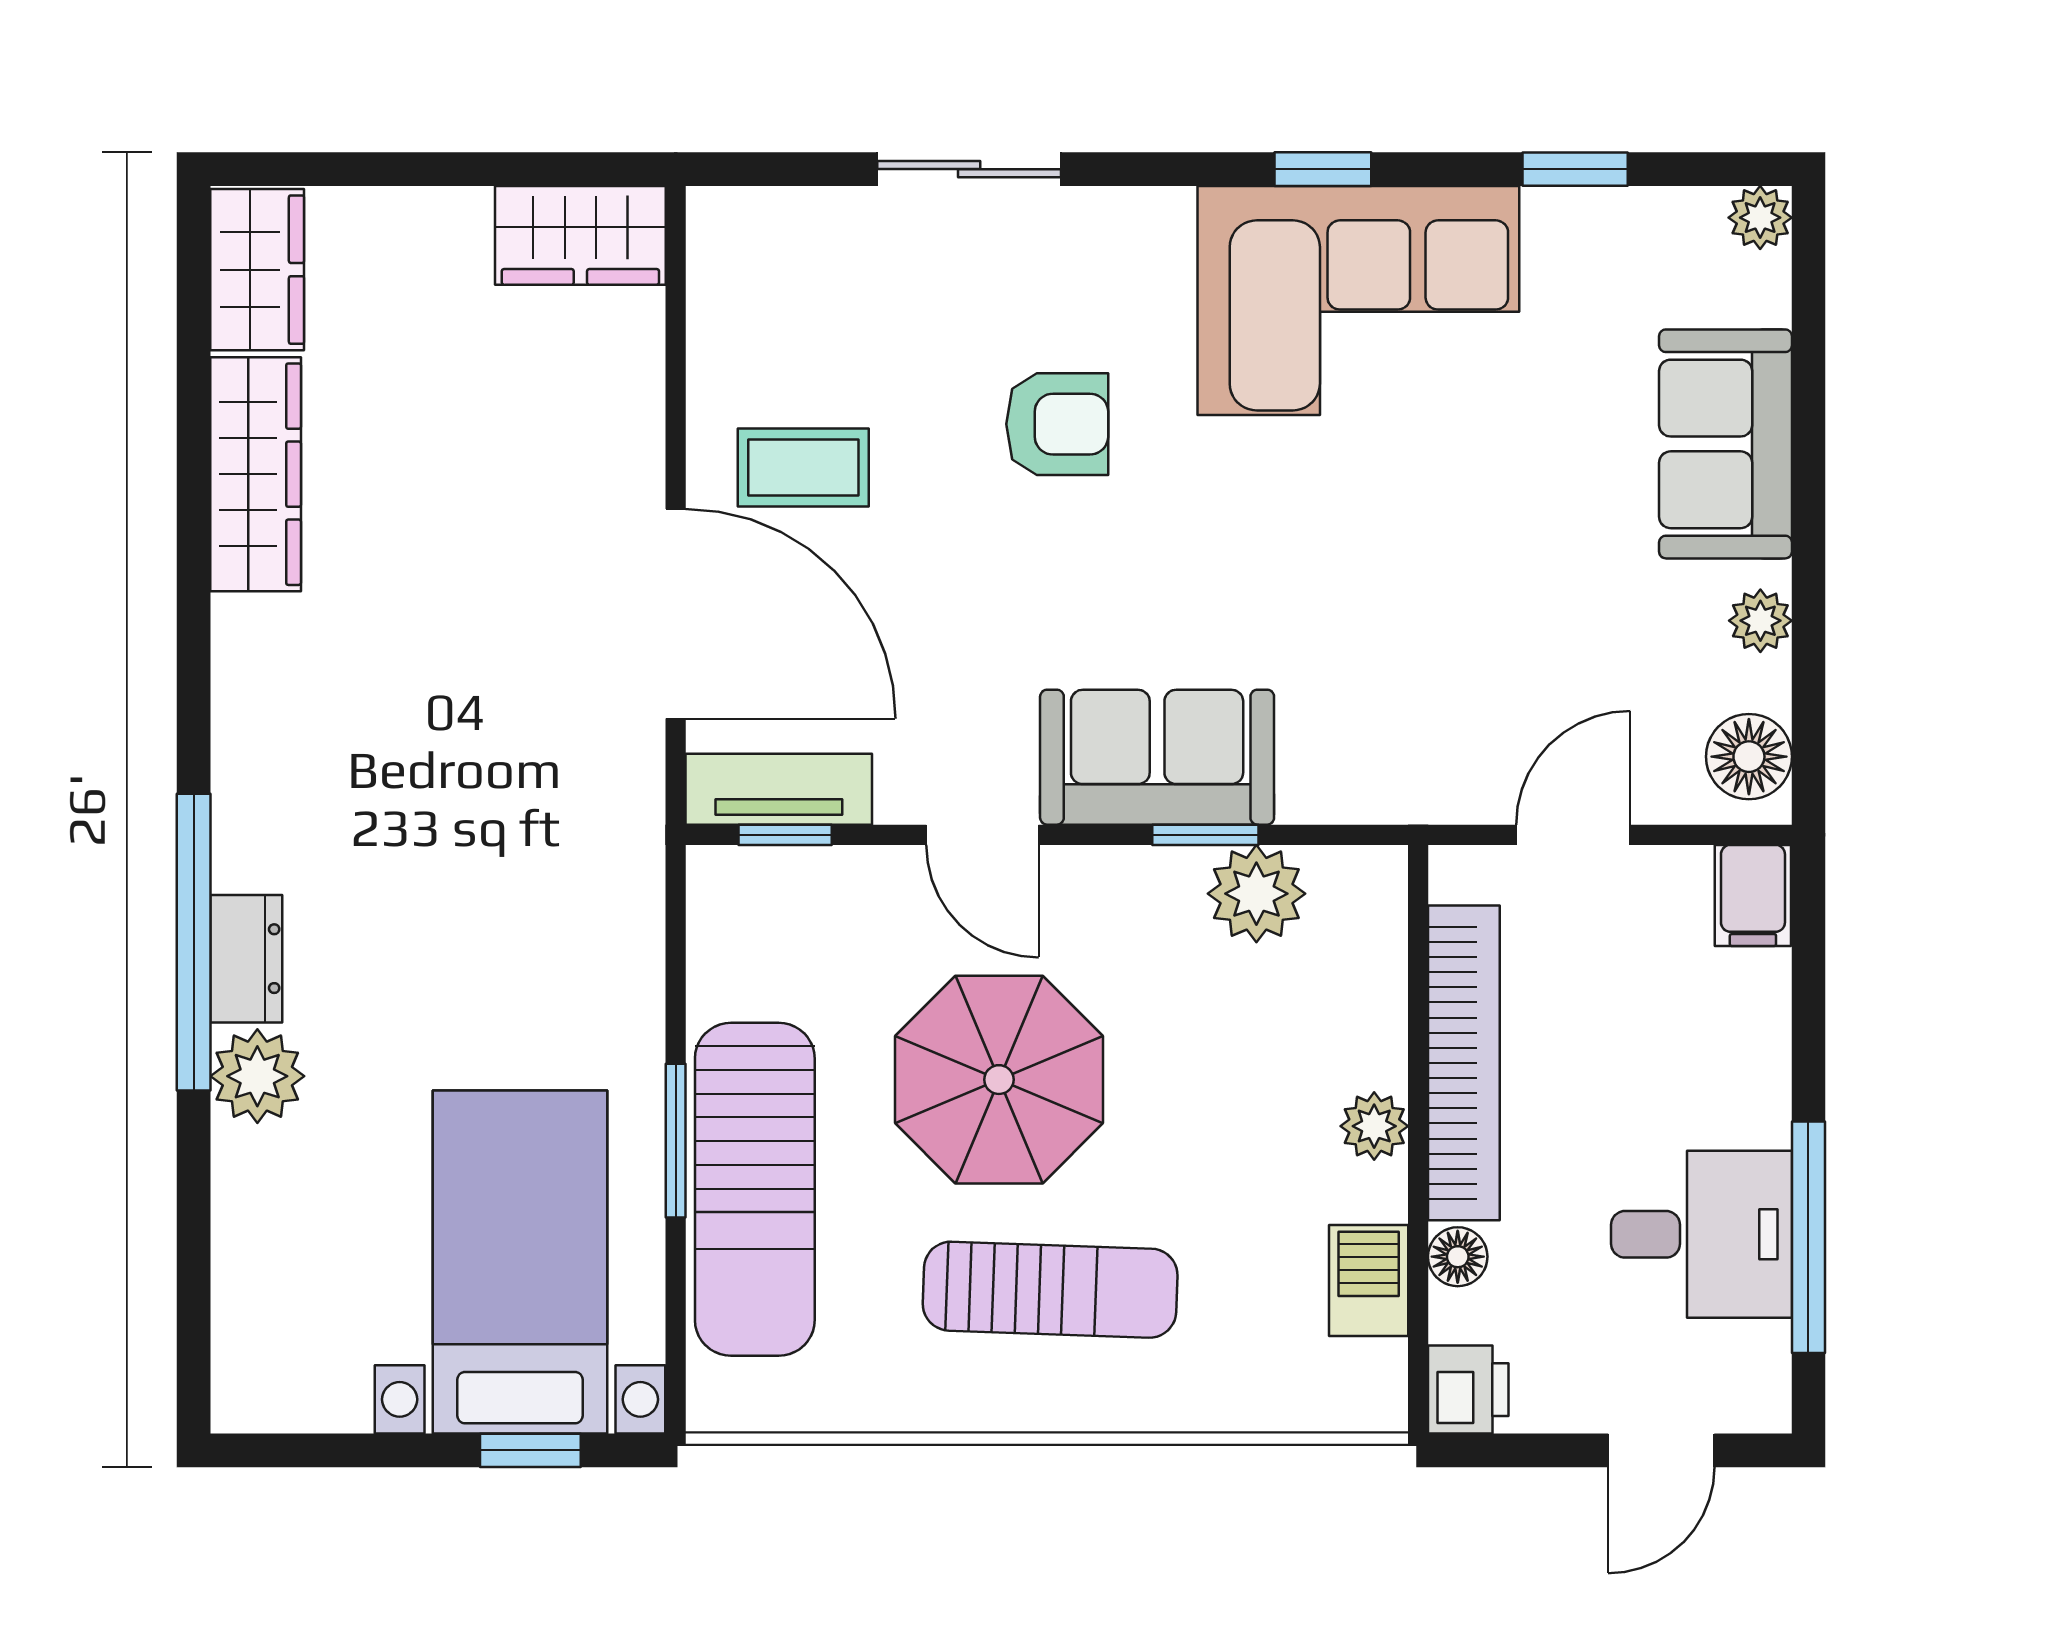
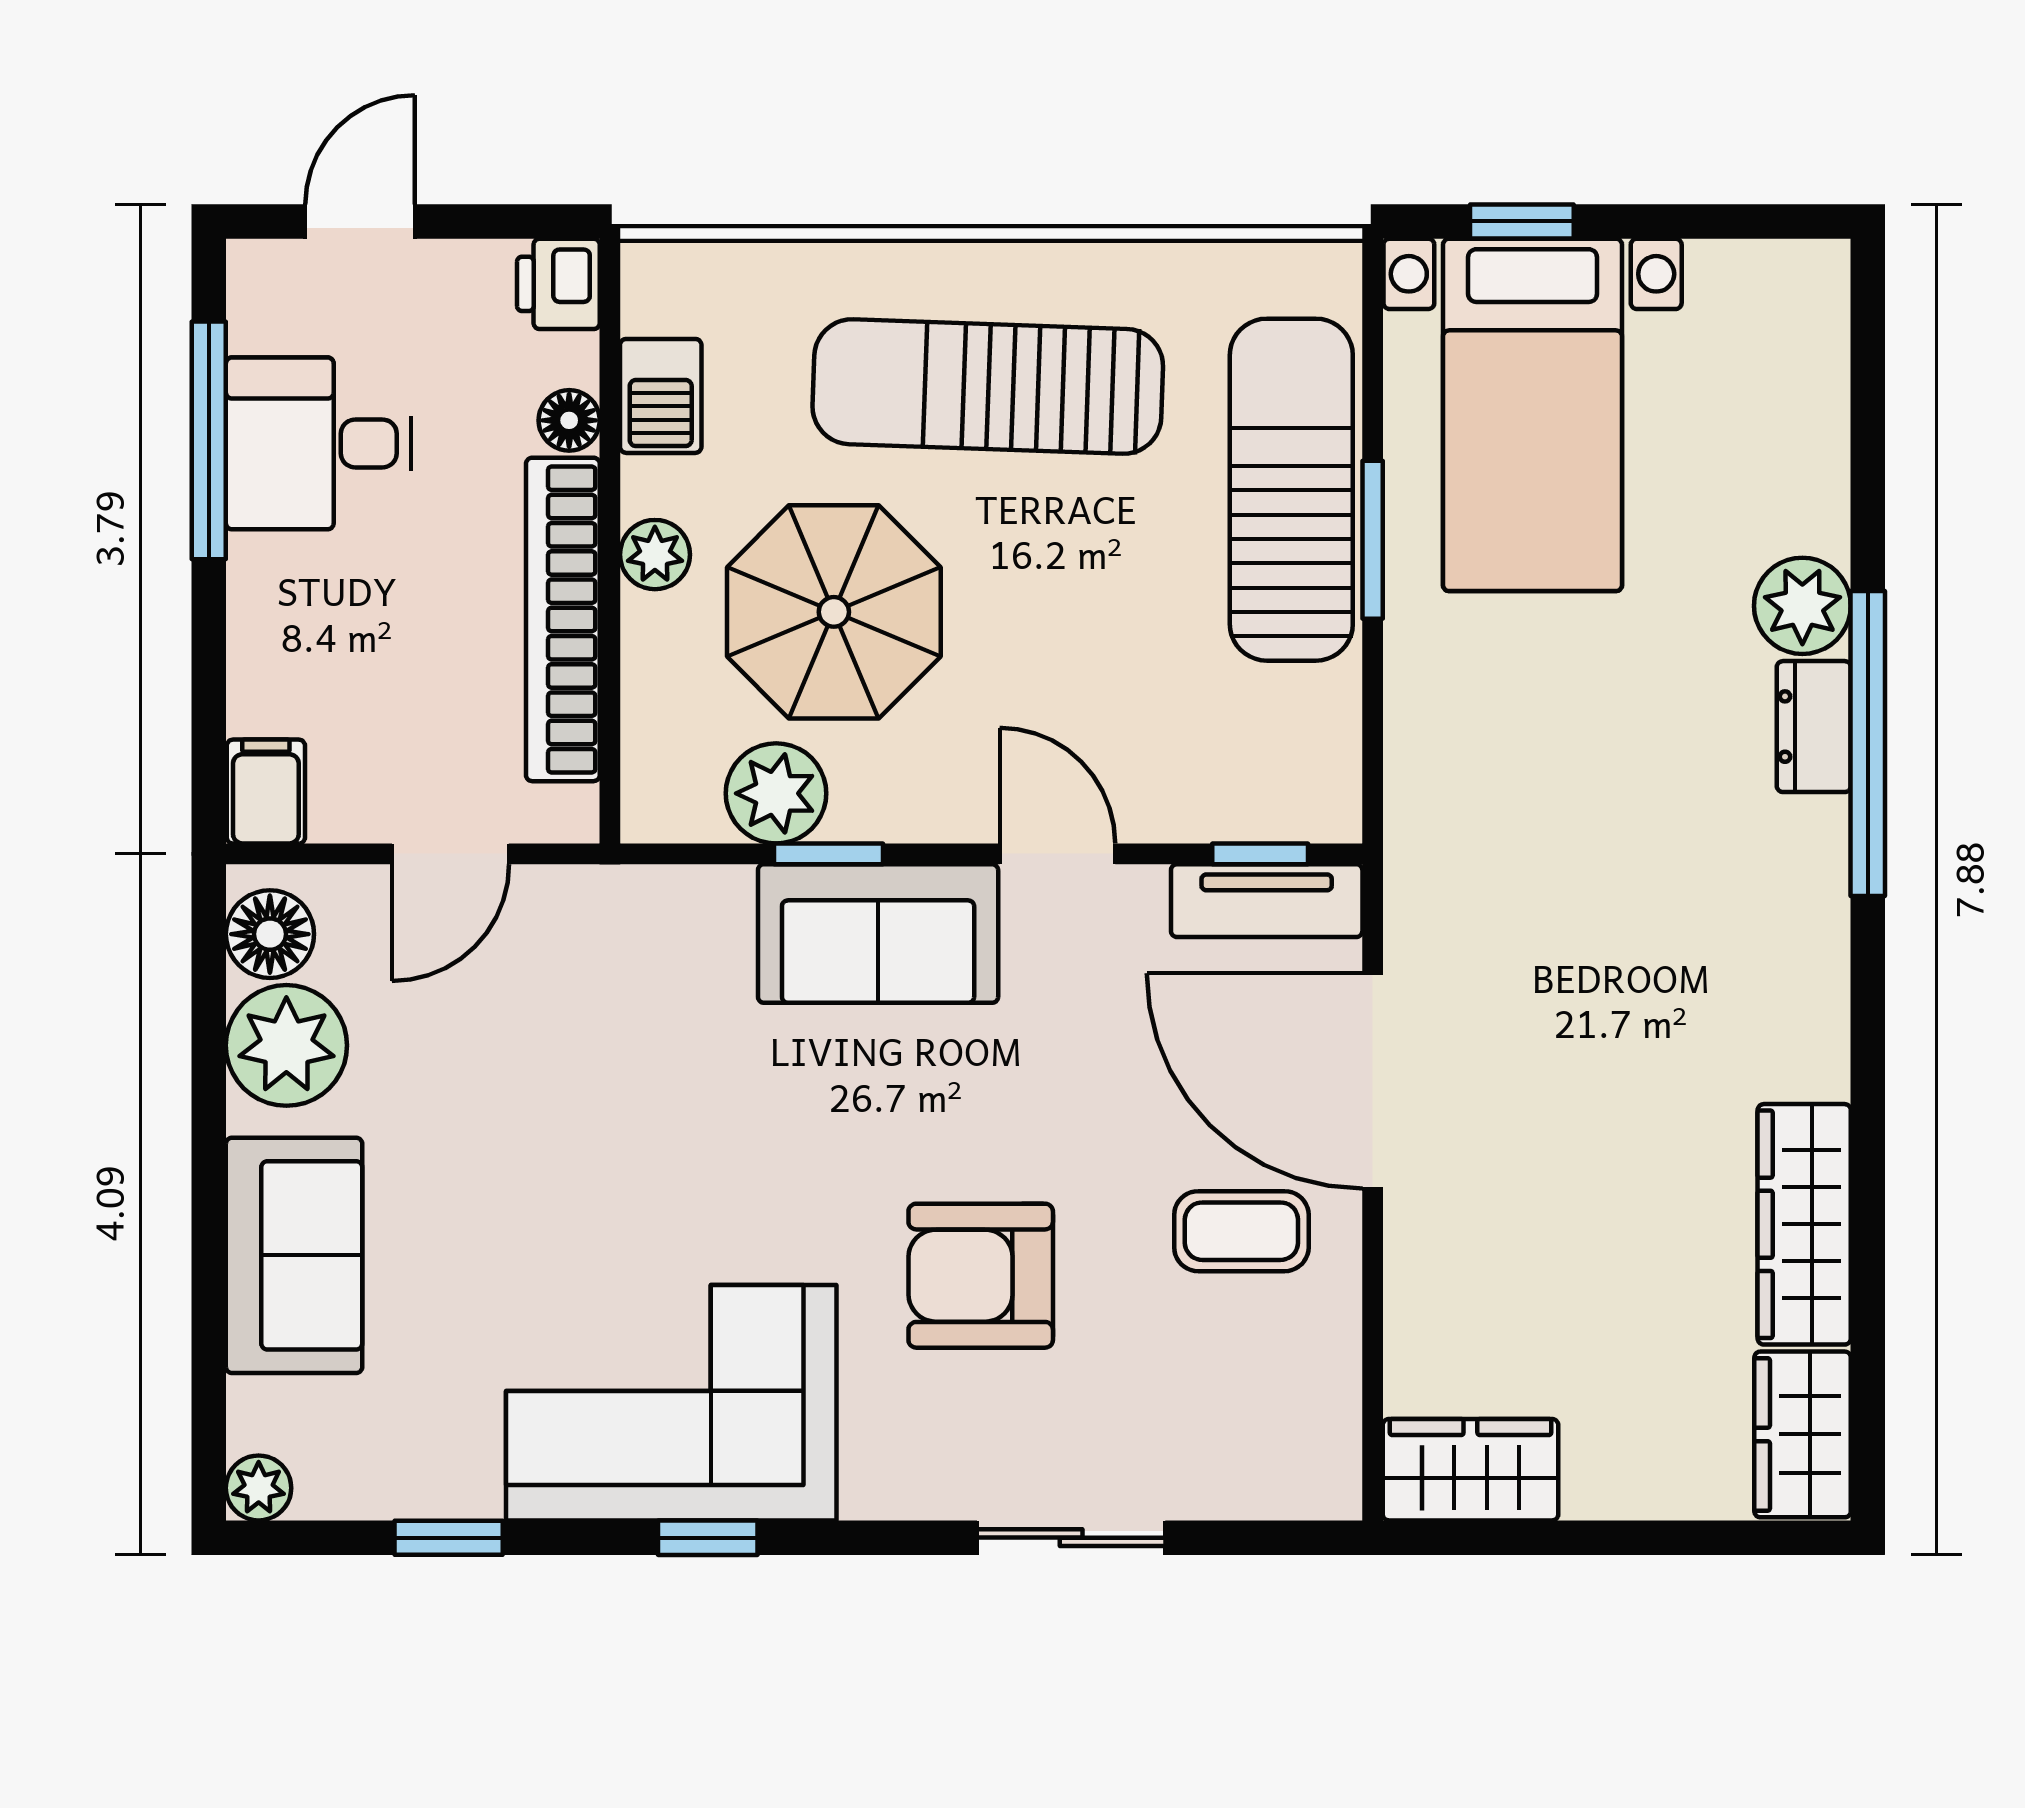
armchair: (1057, 424) -> (981, 1276), width x1.38, depth x1.38
plant: (1760, 621) -> (286, 1045), width x1.88, depth x1.88
parasol: (999, 1080) -> (834, 612), moved
sun lounger: (1050, 1290) -> (988, 387), width x1.36, depth x1.34

